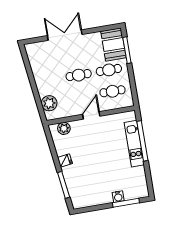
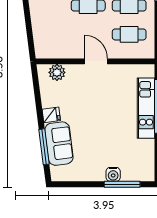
plant: (49, 103) -> (43, 36), removed
door: (91, 115) -> (96, 61), hinge flipped
sofa: (74, 181) -> (59, 144), added

